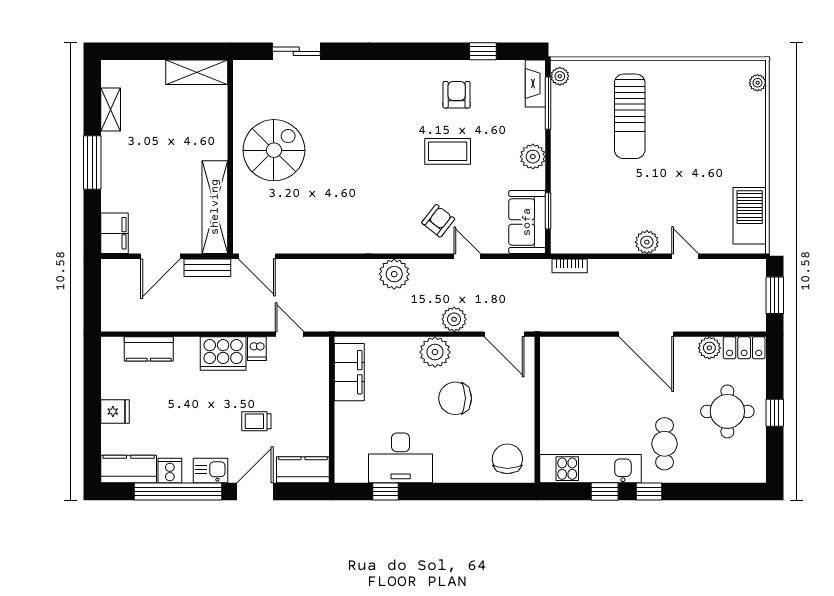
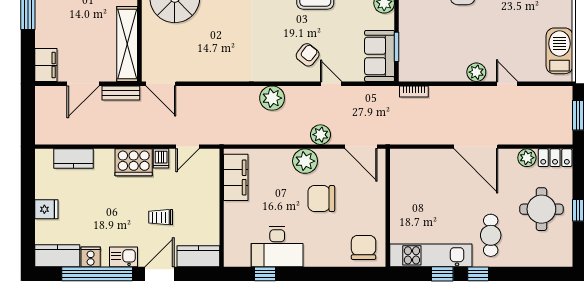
door: (290, 334) -> (187, 147), swing flipped

